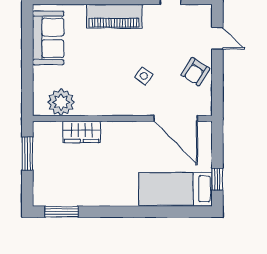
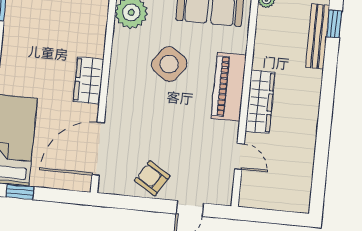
side table: (144, 76) -> (169, 64), moved, width x1.87, depth x1.87
wardrobe: (82, 132) -> (89, 81), moved

